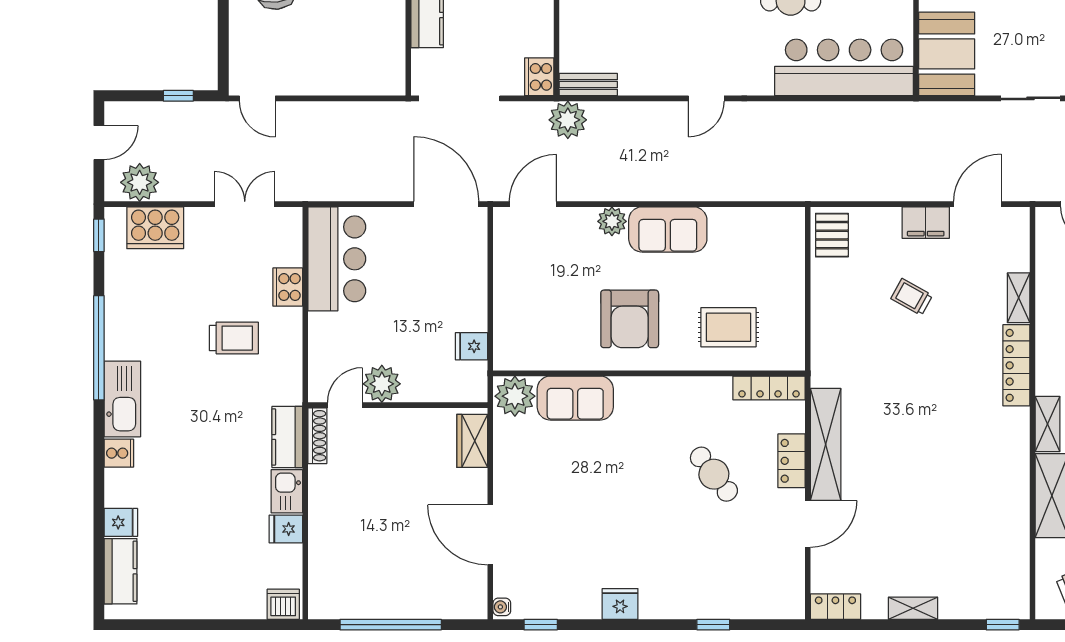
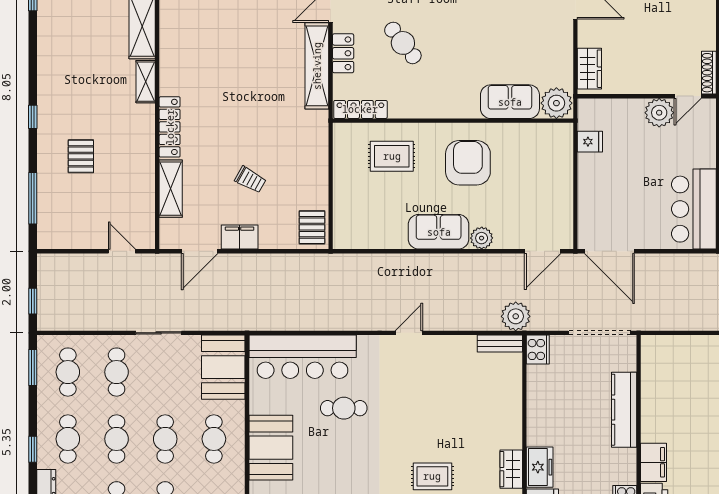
shelving: (1019, 298) -> (171, 189), width x1.50, depth x1.33

